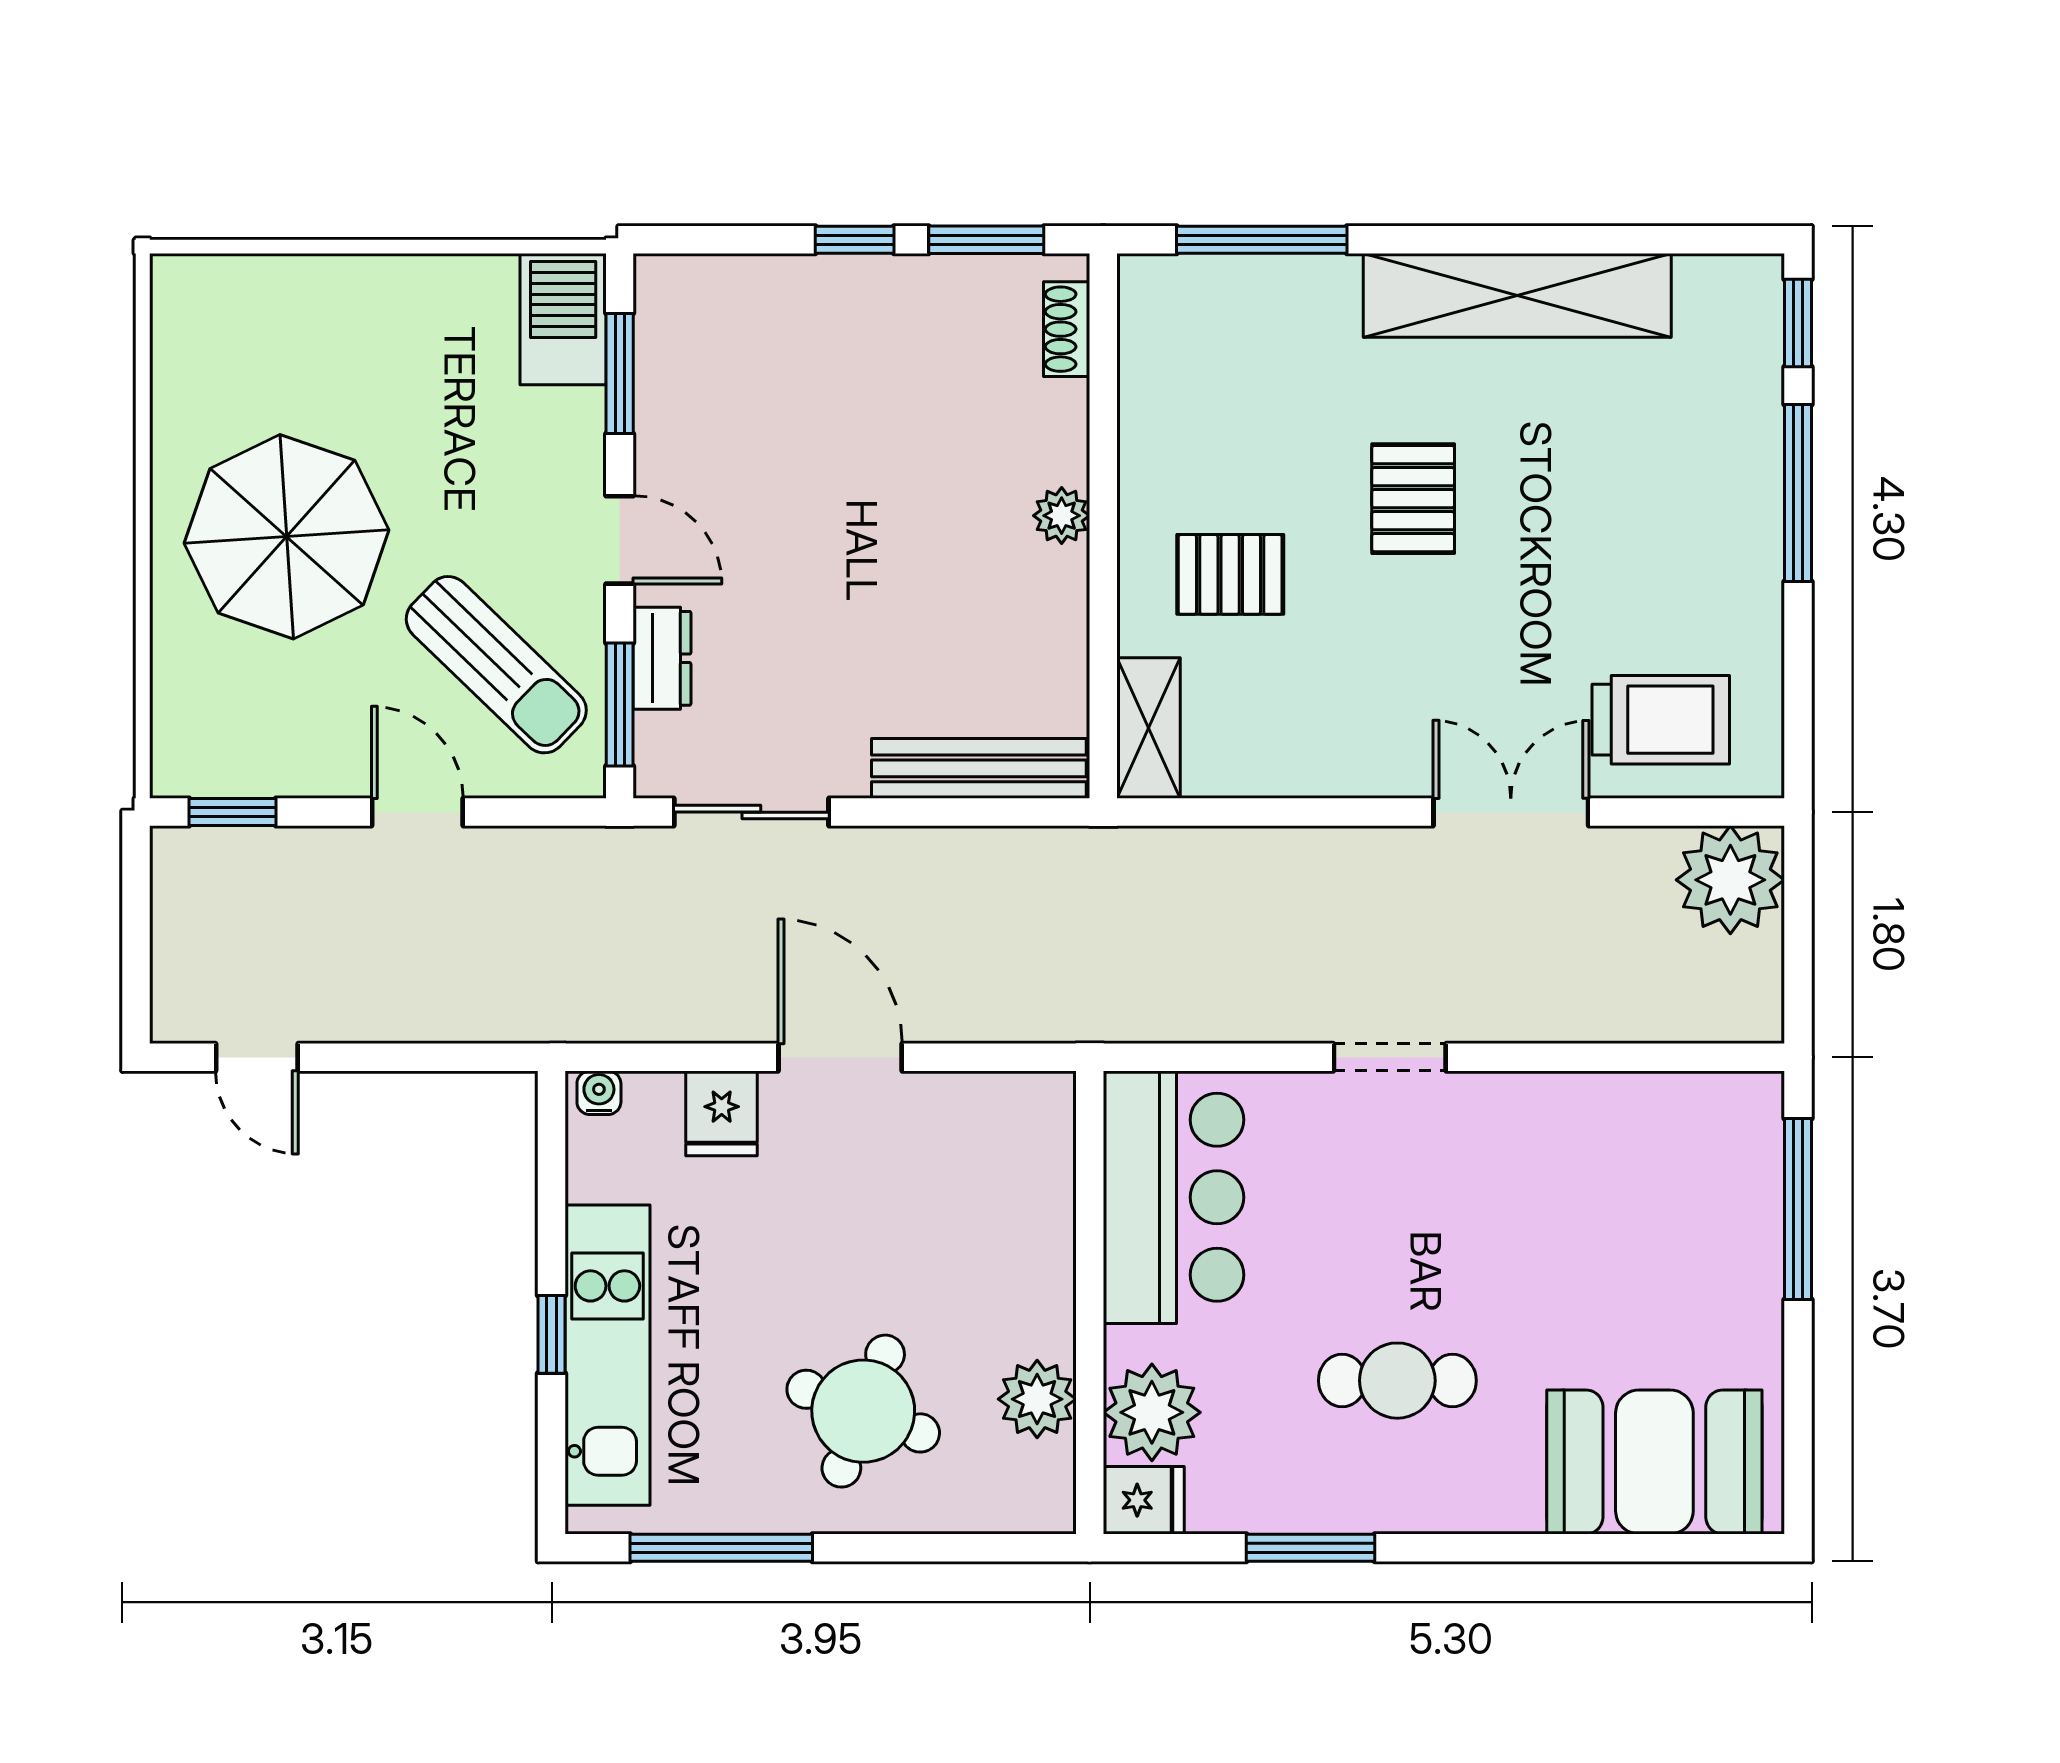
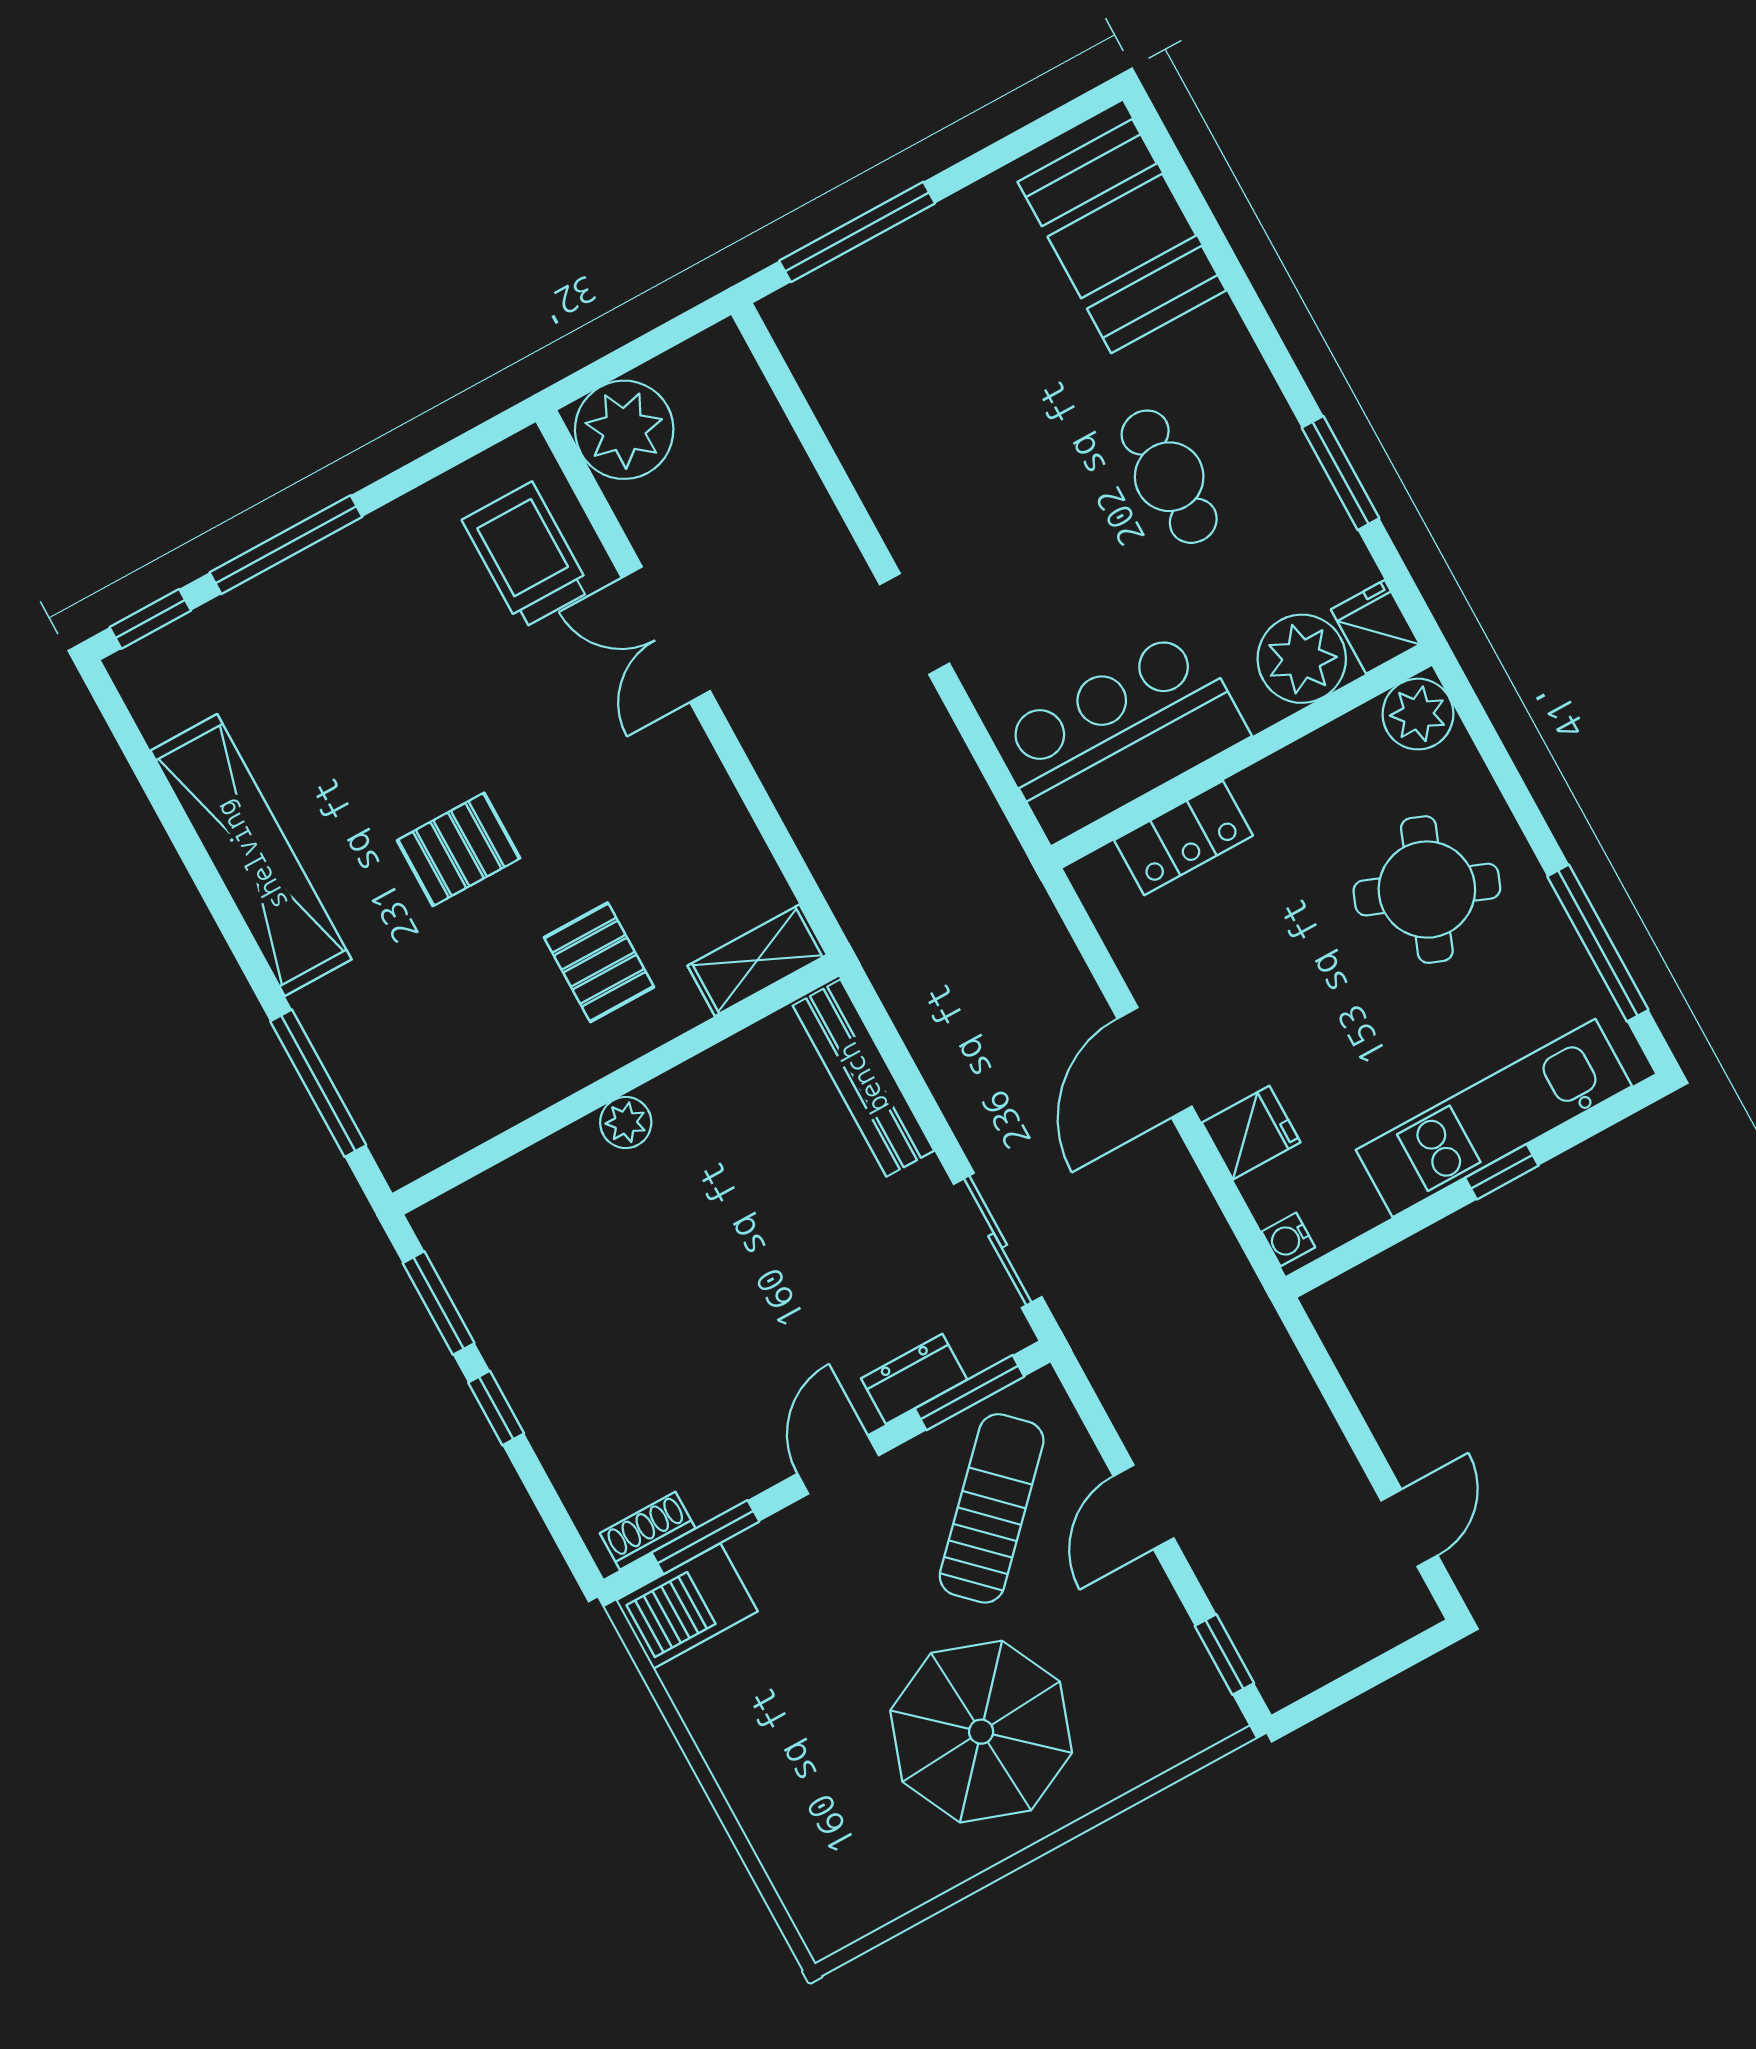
shoe rack: (1067, 329) -> (648, 1531), moved, turned 180
locker: (1042, 1204) -> (1183, 838), added
plant: (1037, 1399) -> (1418, 714), moved

